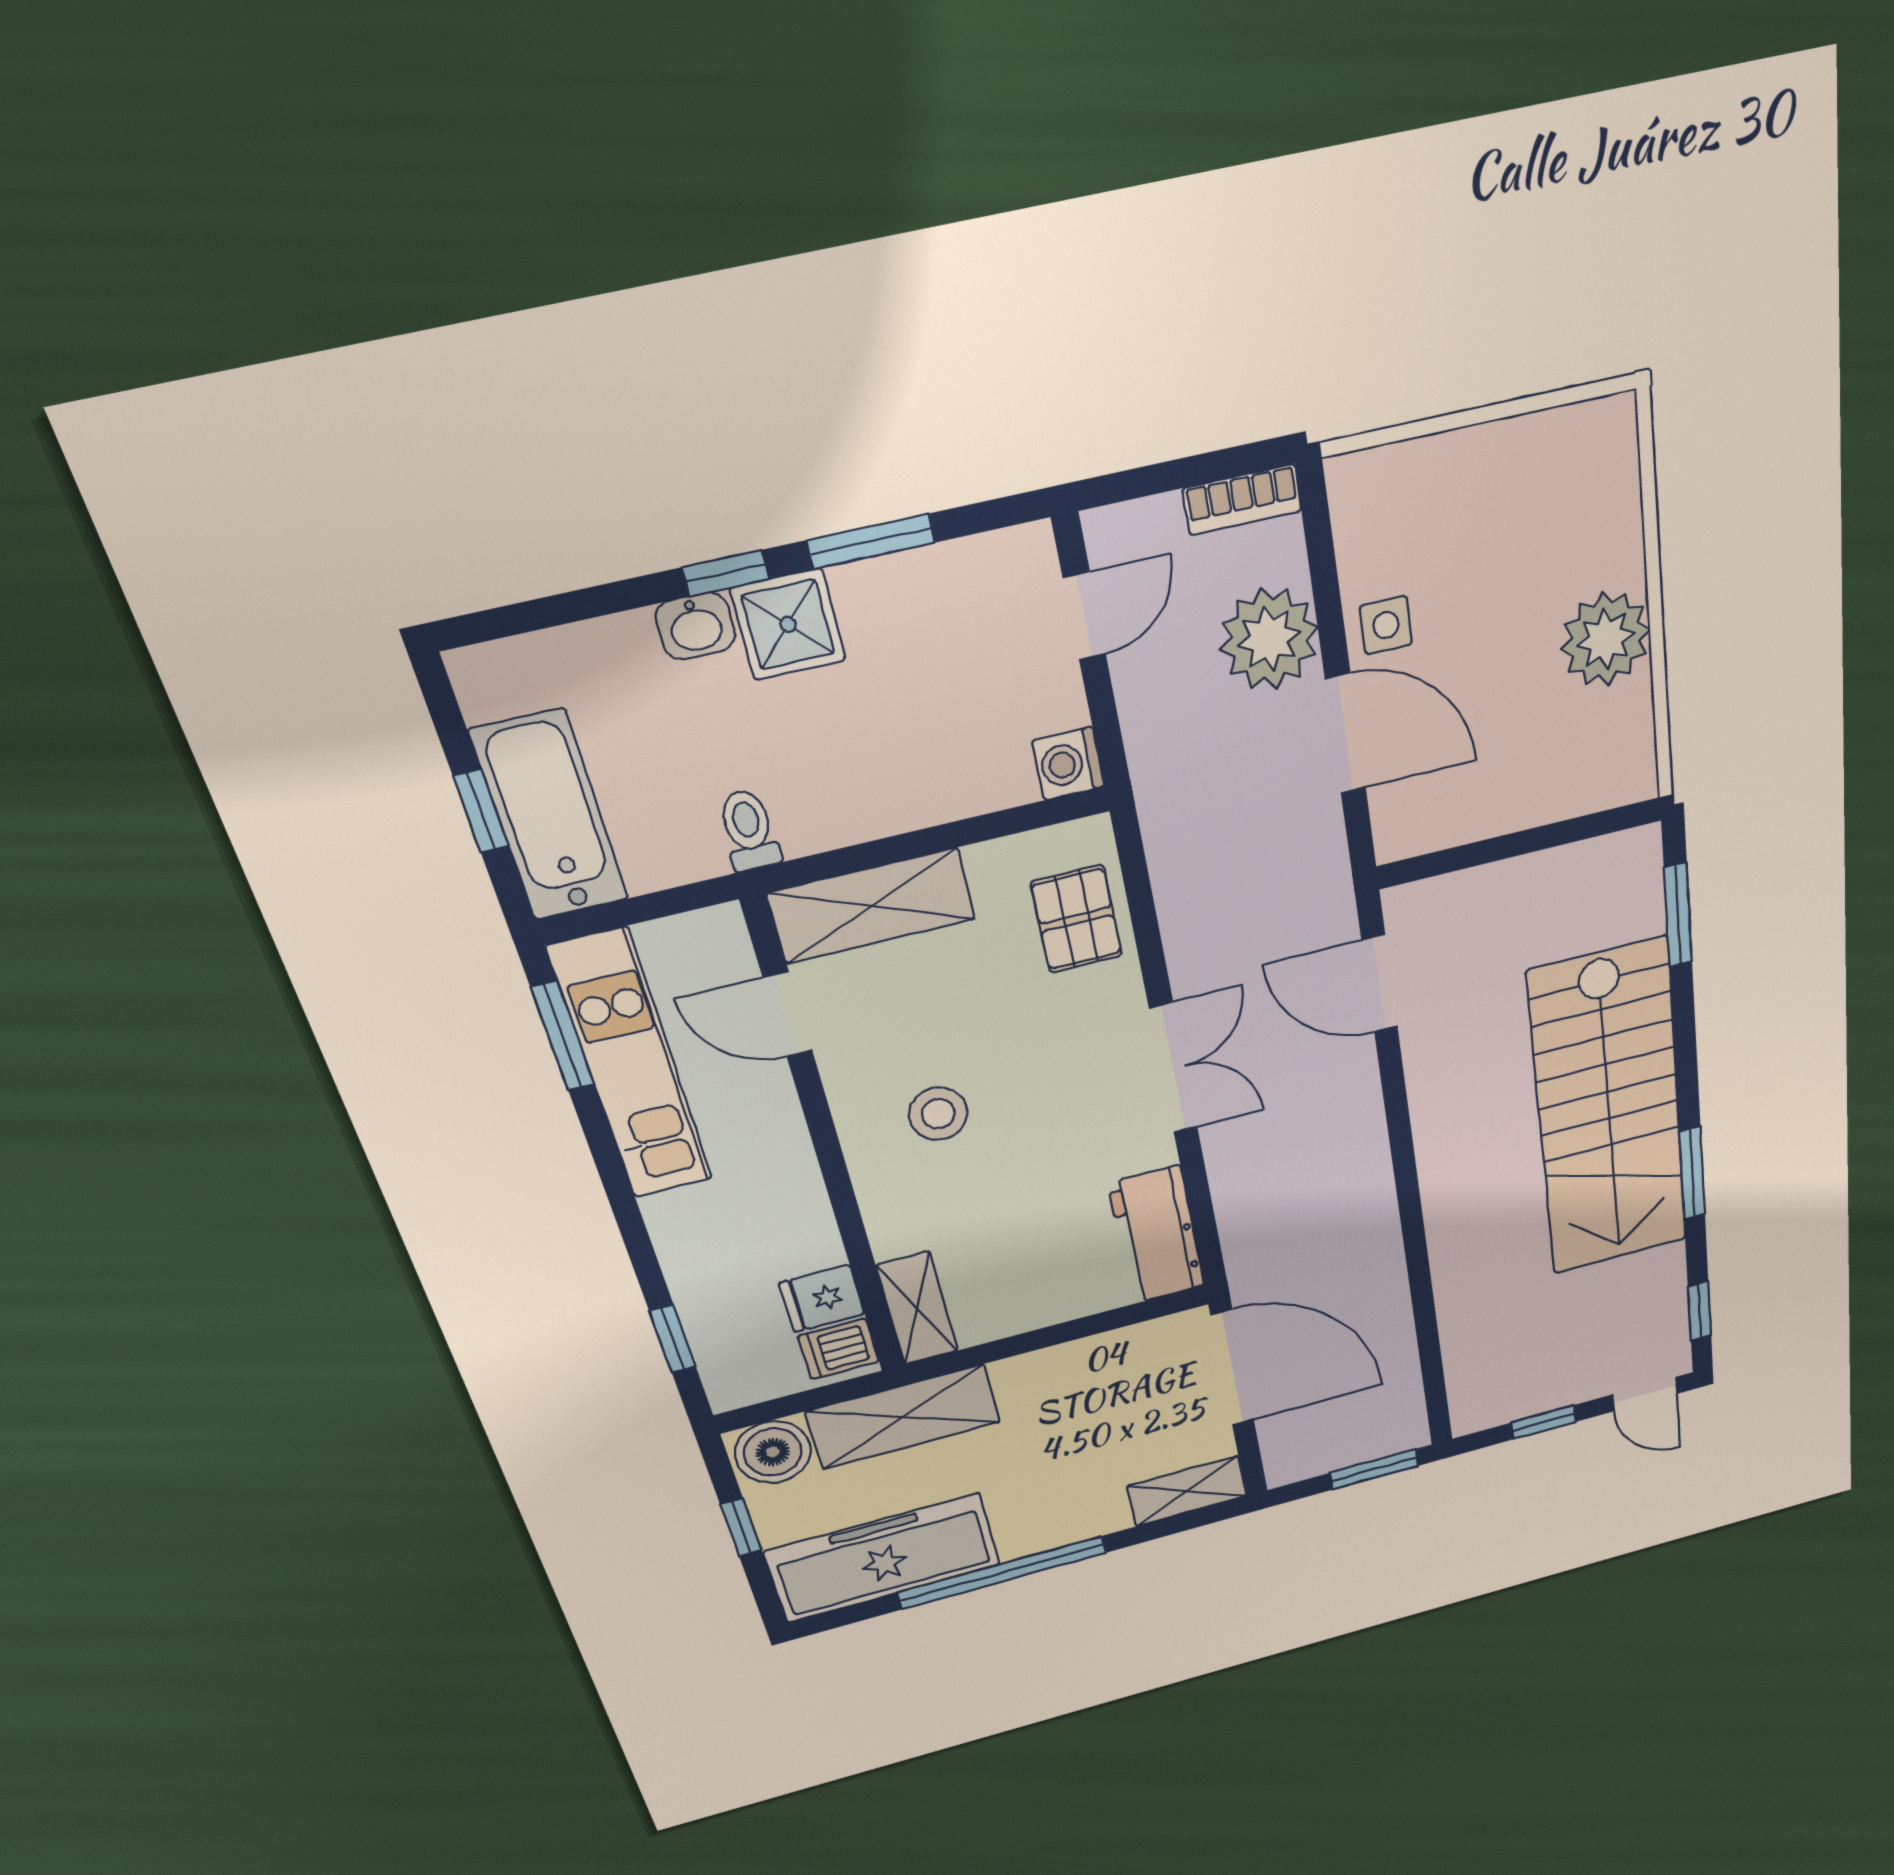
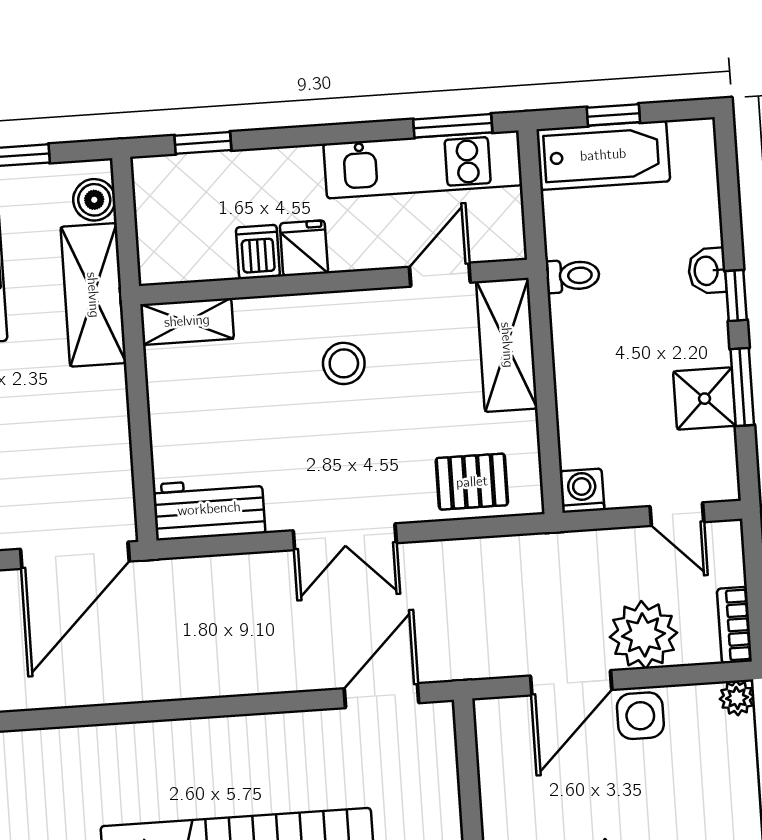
plant: (1351, 480) -> (737, 698), added
shower: (788, 625) -> (705, 399), moved
side table: (1386, 625) -> (640, 716), width x1.37, depth x1.37
fridge: (822, 1299) -> (304, 248), moved
dishwasher: (839, 1349) -> (258, 252), moved
boiler: (773, 1452) -> (94, 200), width x0.73, depth x0.73

